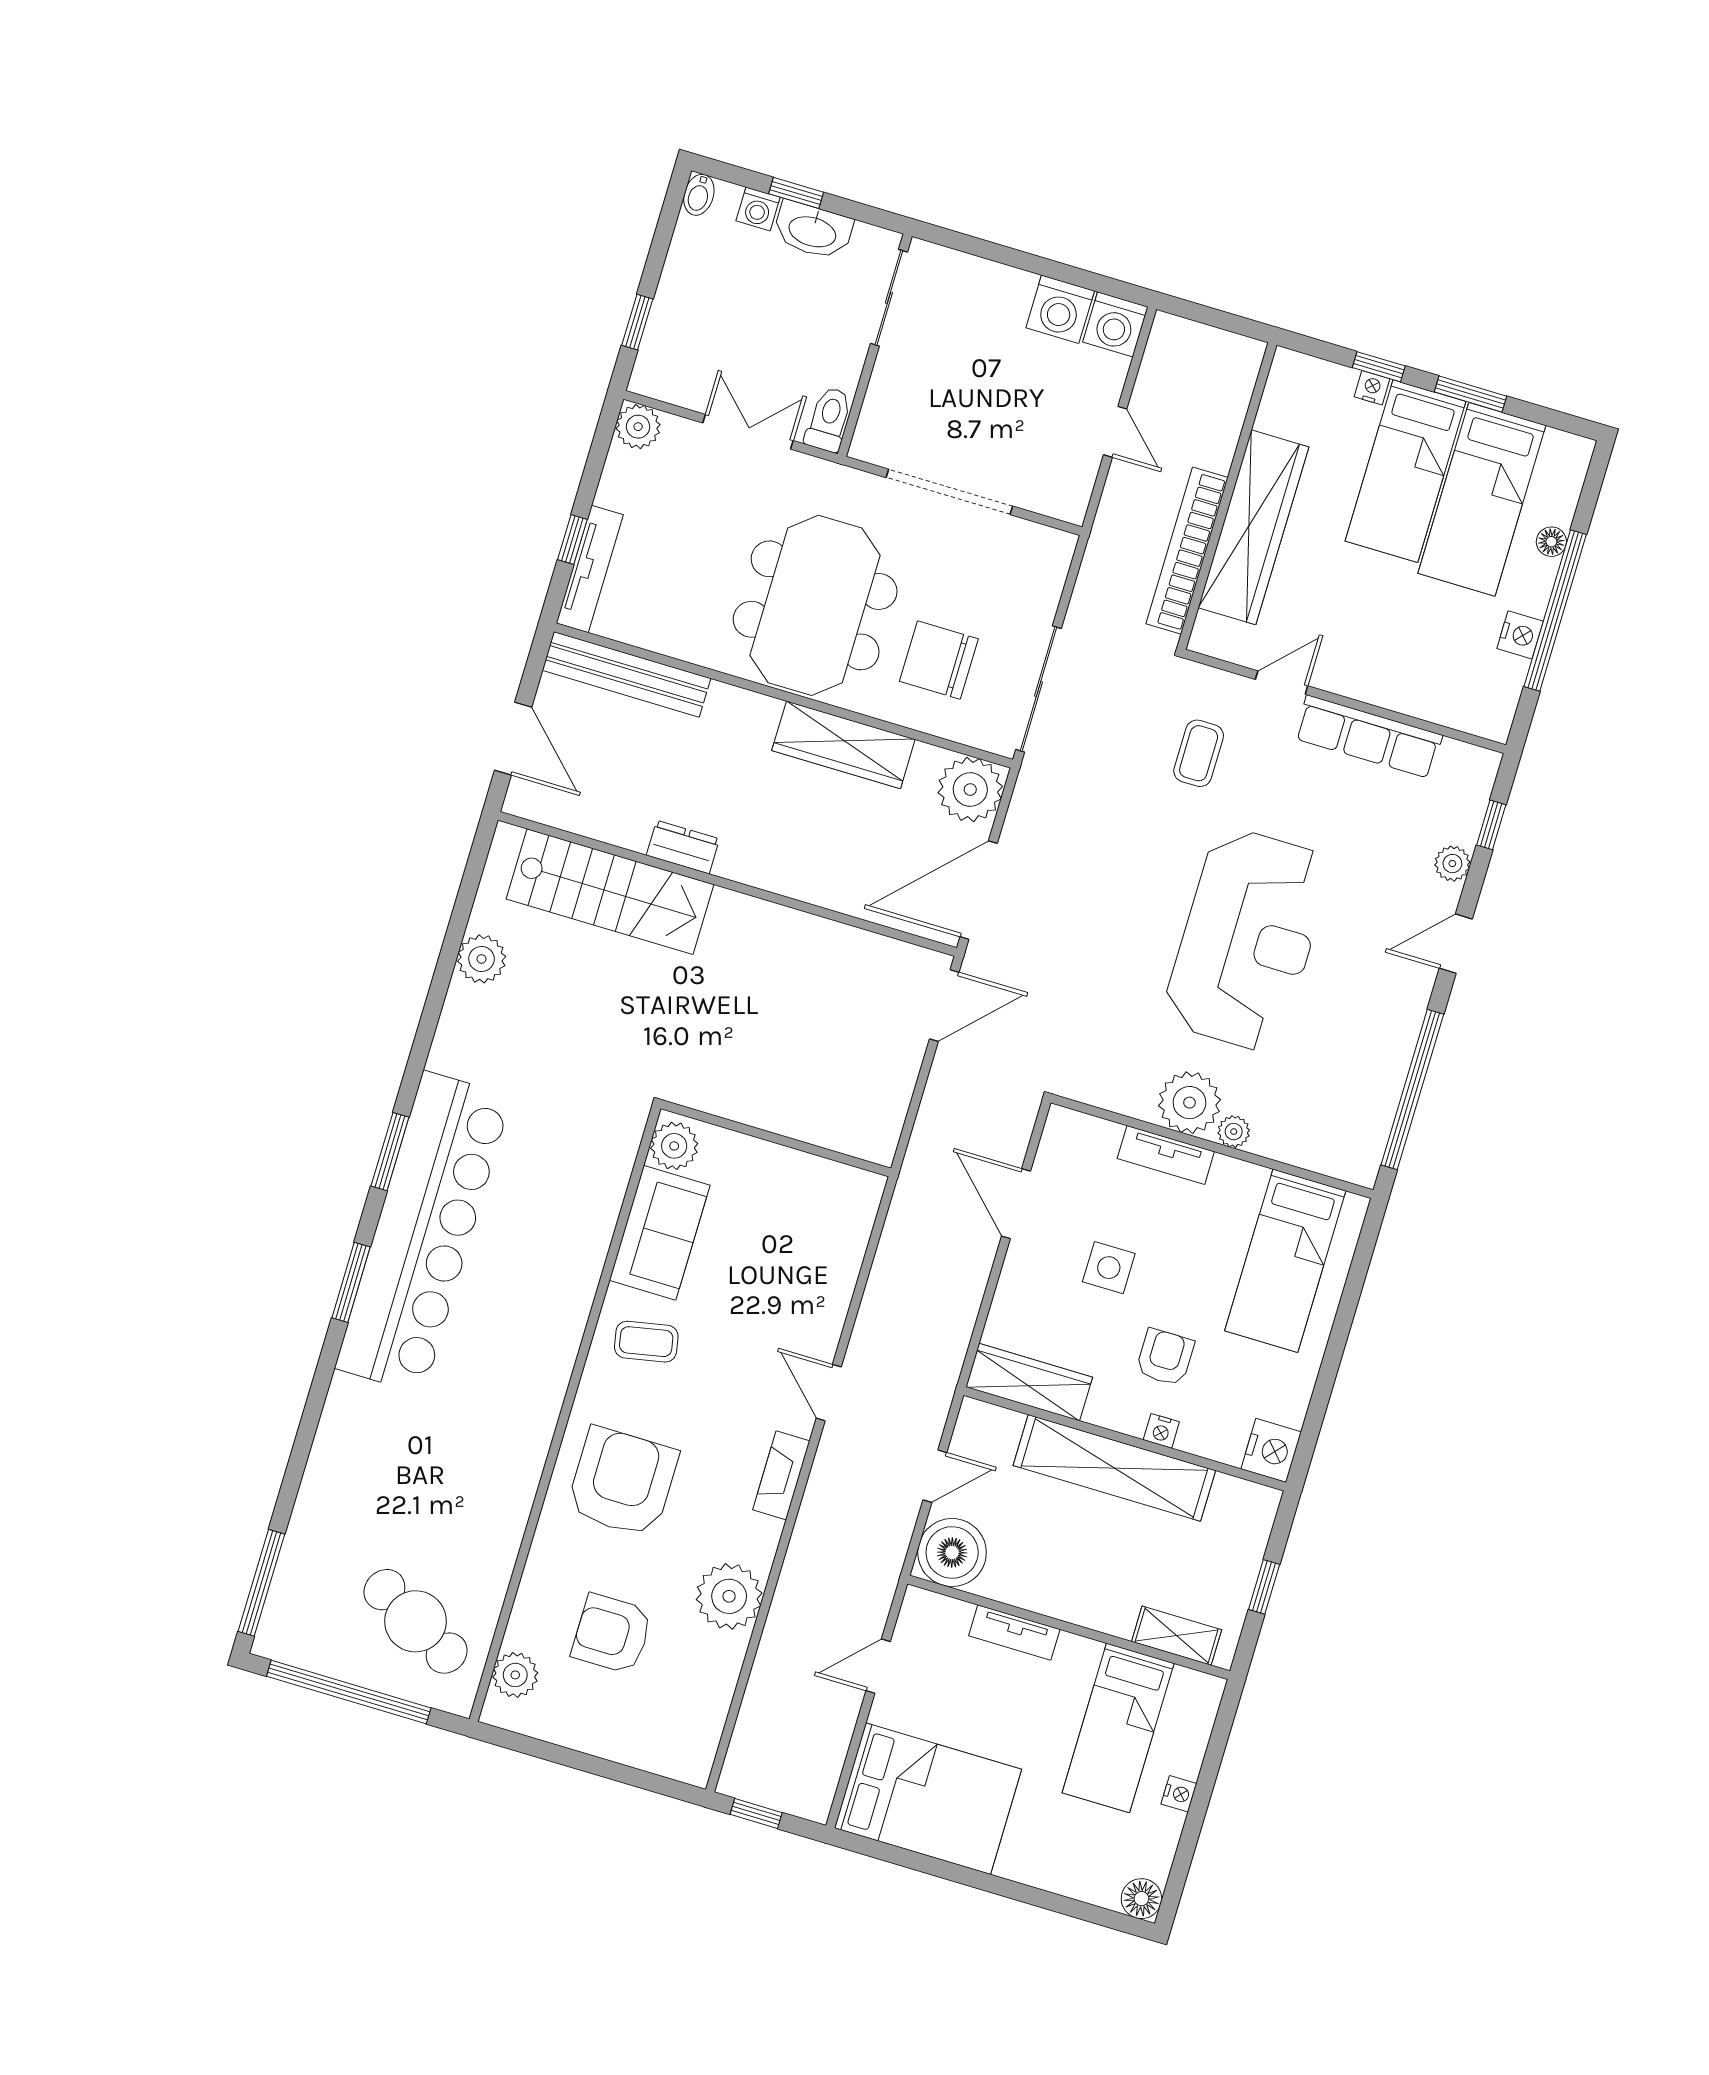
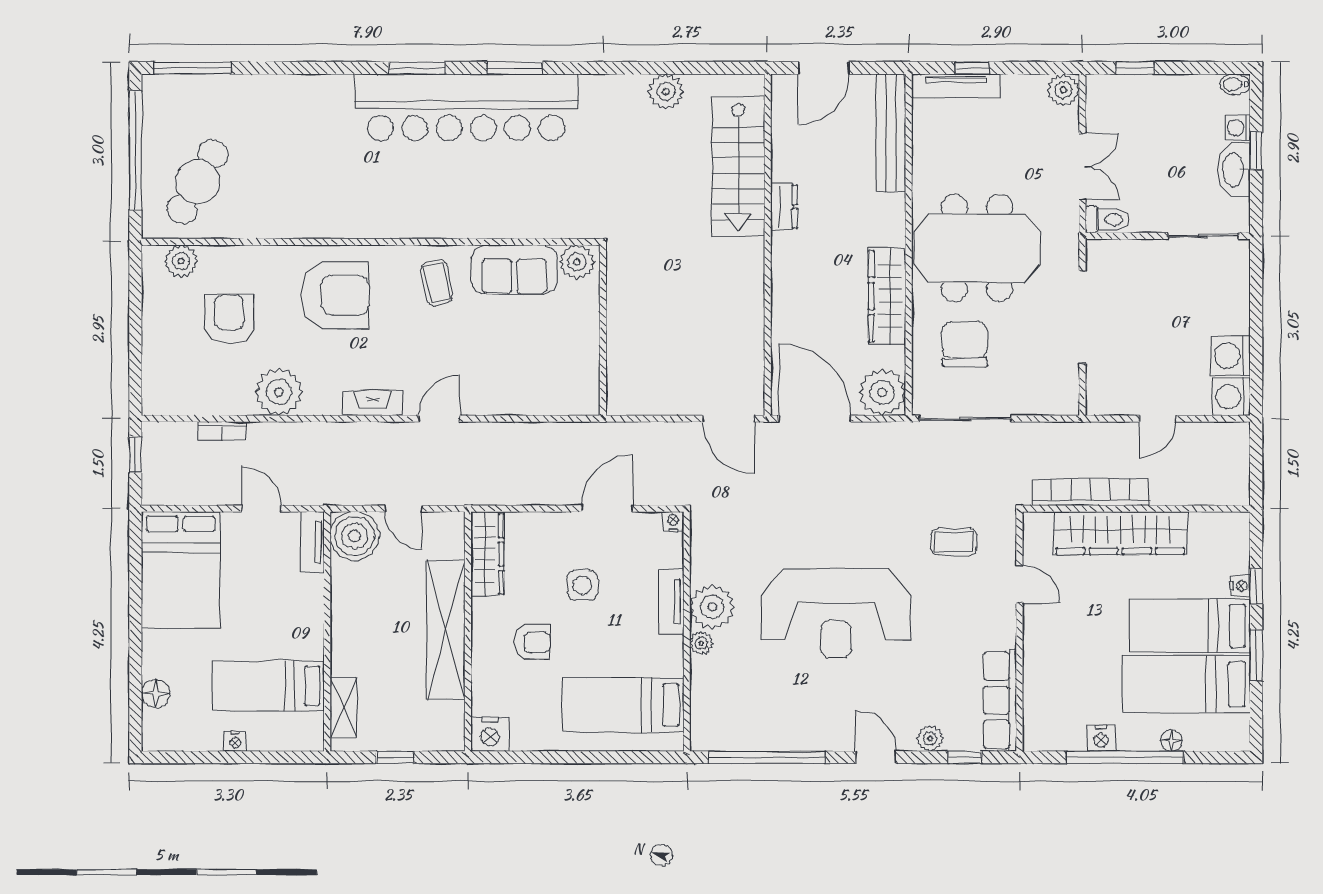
row of seats: (1368, 737) -> (1000, 700), moved
nightstand: (1161, 1431) -> (673, 522), moved, turned 90
tv unit: (1014, 1633) -> (312, 542), moved
bookcase: (759, 1688) -> (222, 431), added
floor lamp: (1141, 1899) -> (156, 694), moved

